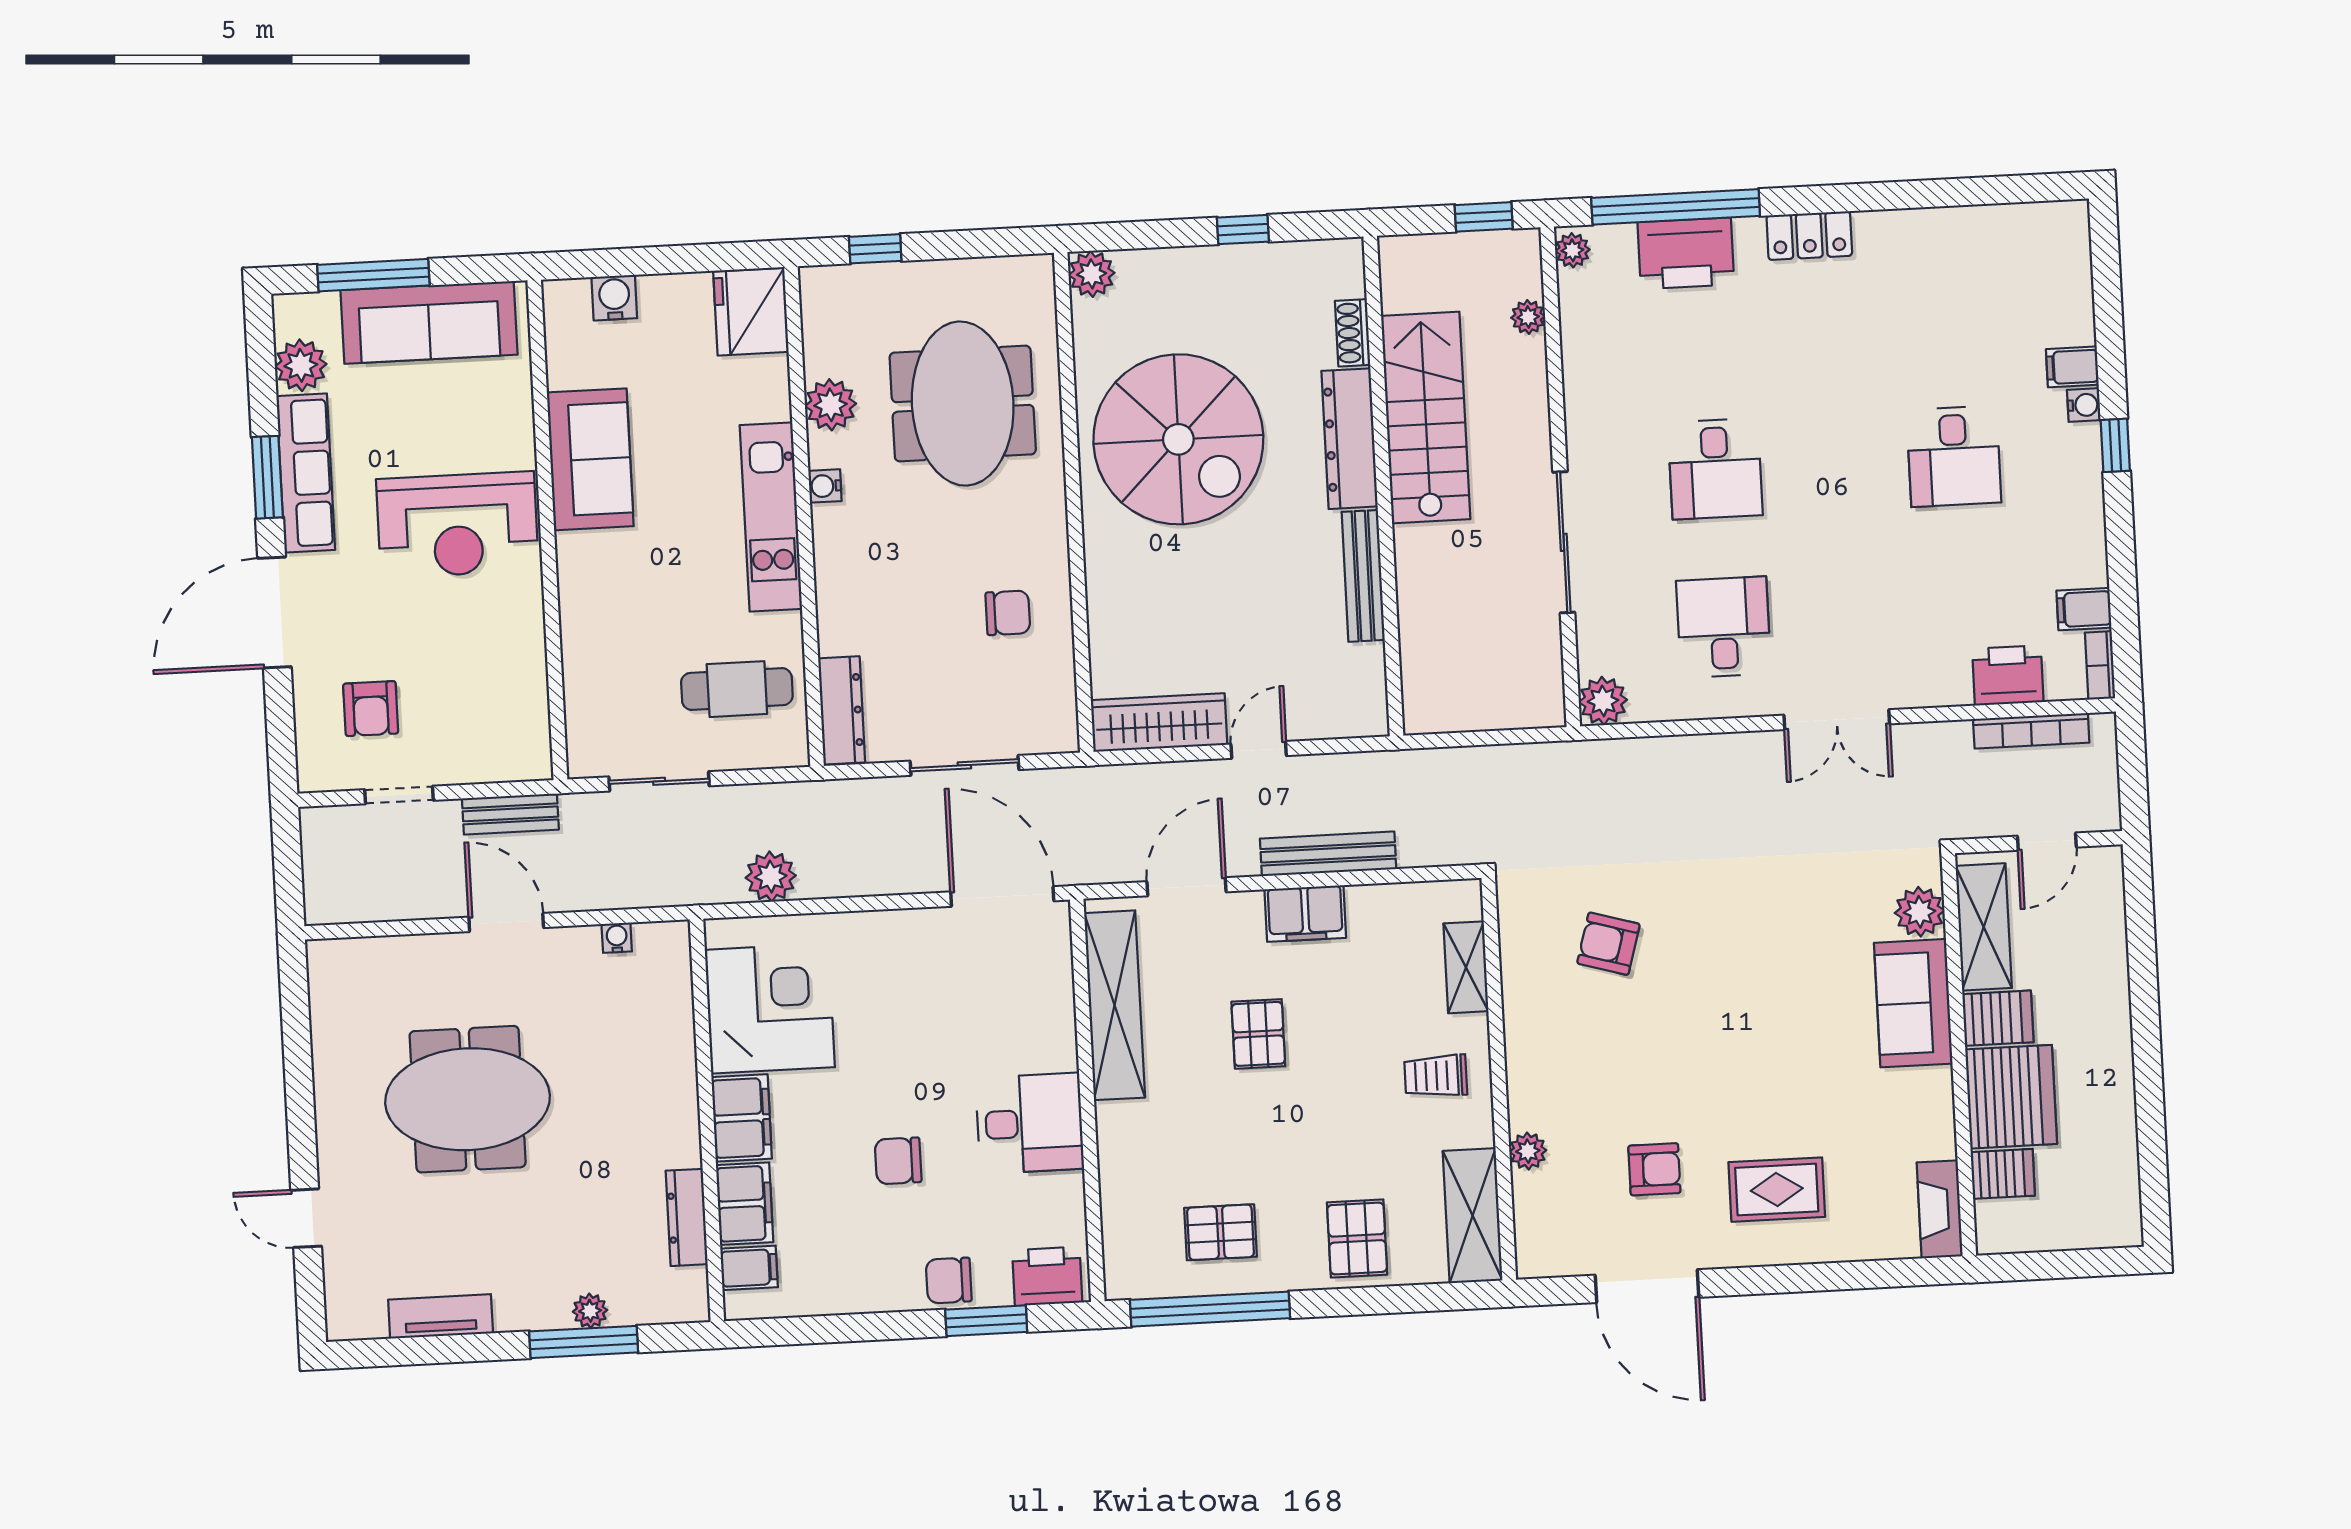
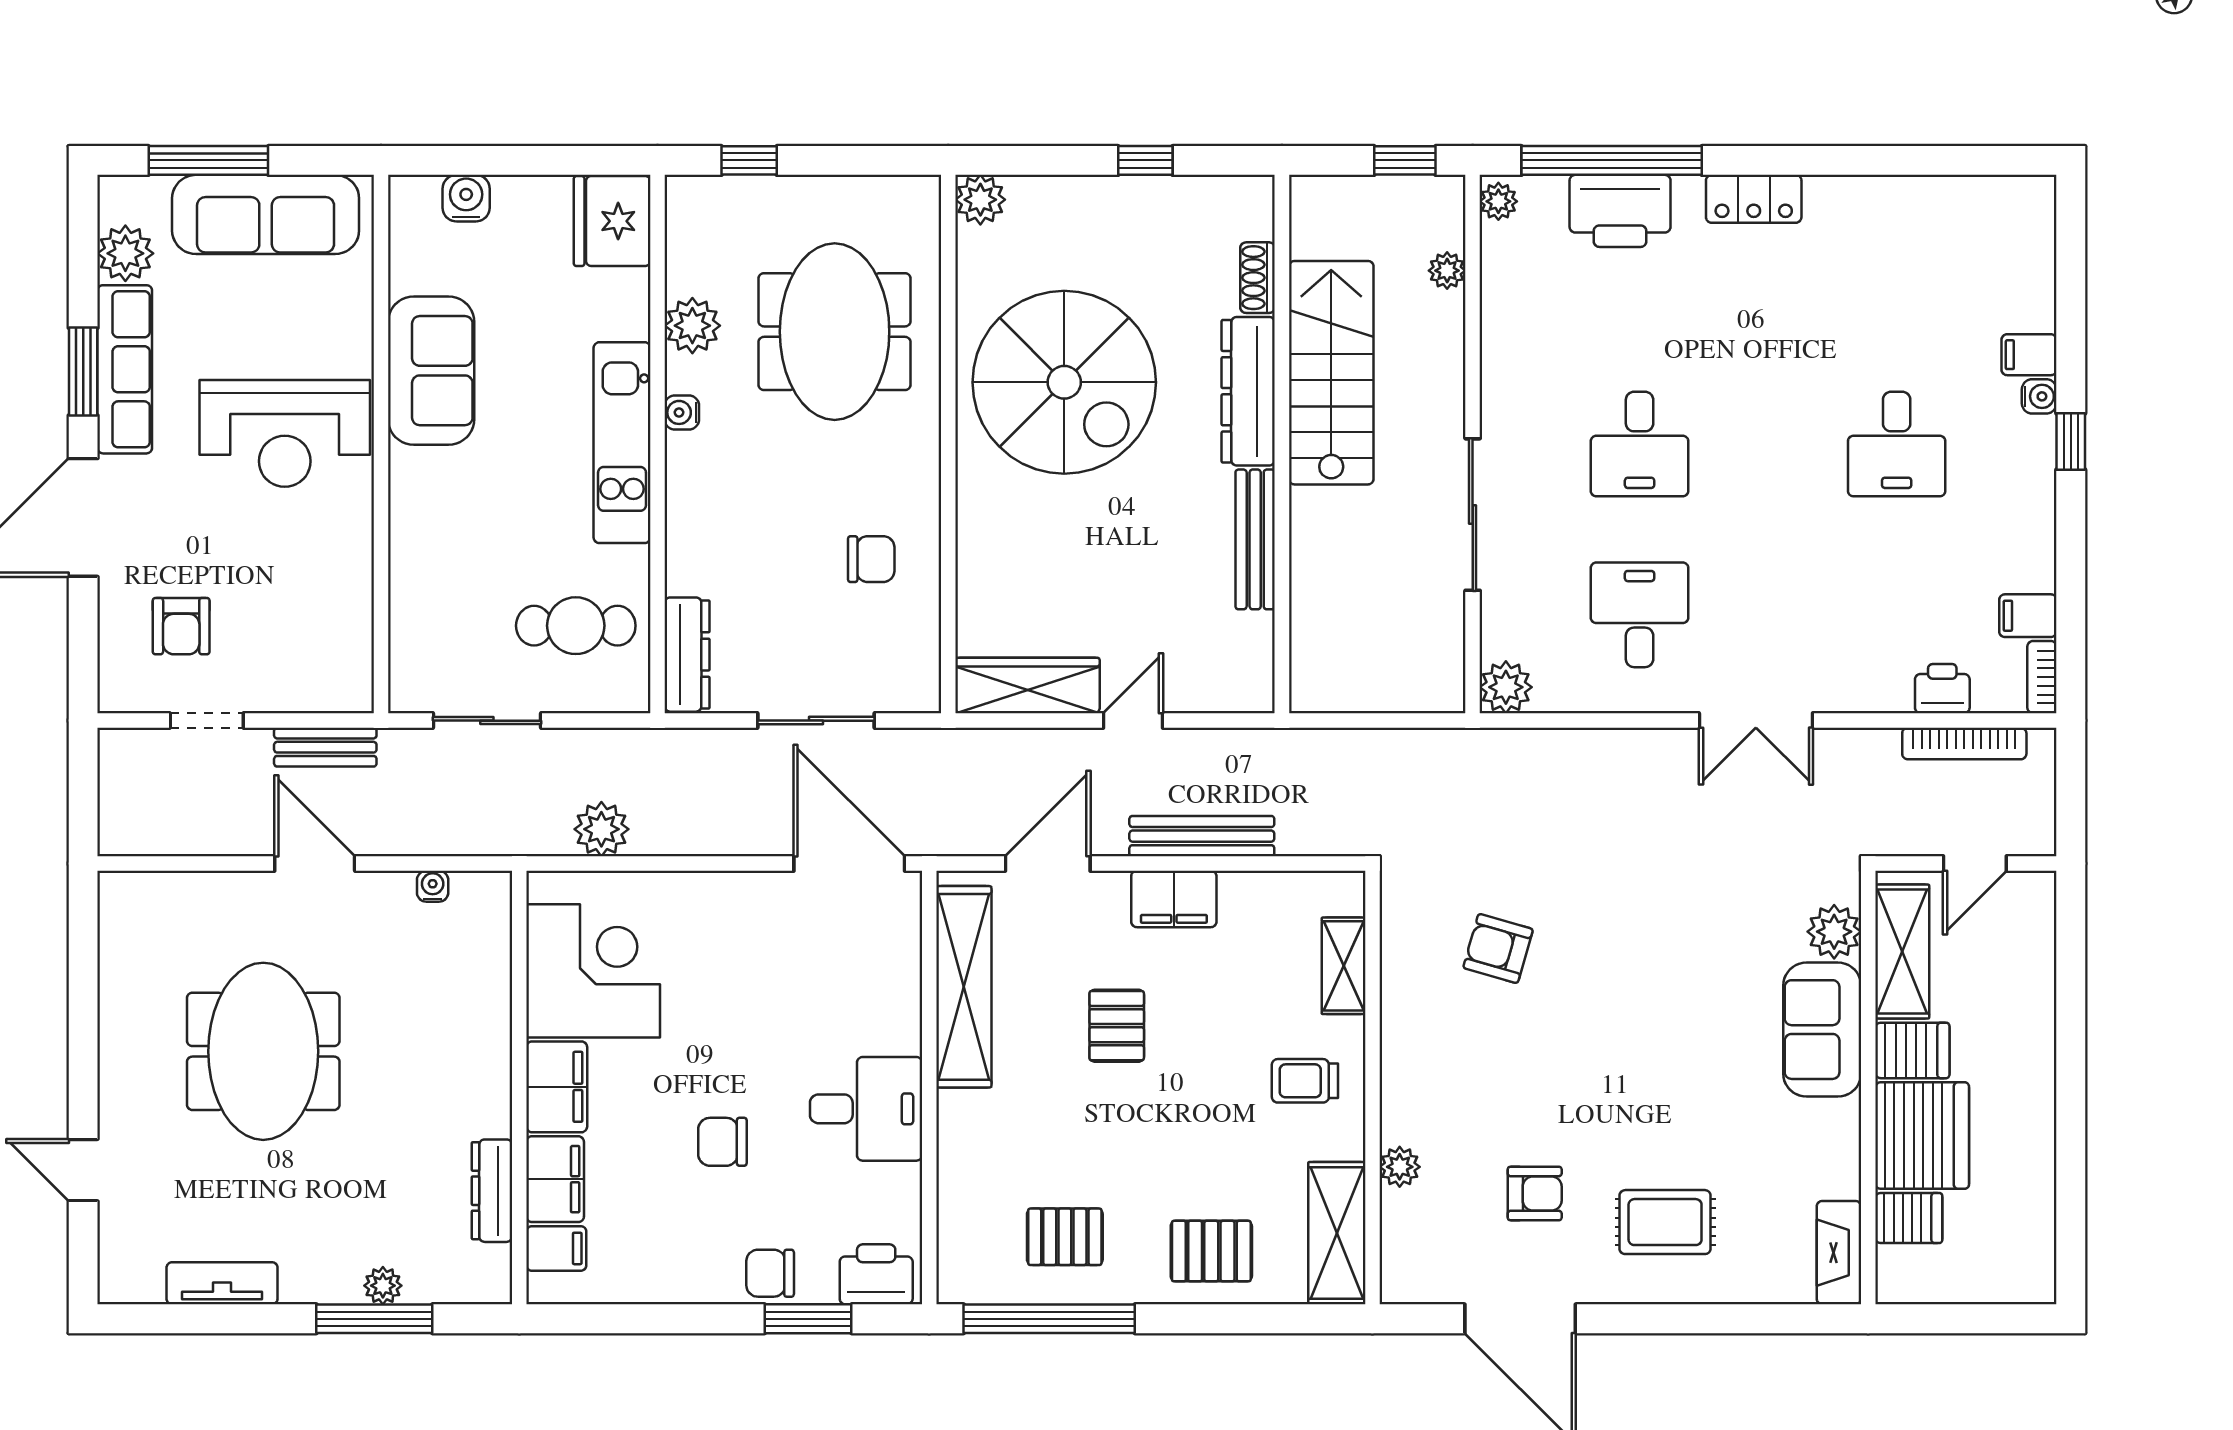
printer: (2008, 675) -> (1942, 689), width x0.73, depth x0.81
meeting table: (468, 1099) -> (263, 1051), turned 90
pallet: (1357, 1238) -> (1211, 1251), turned 90

